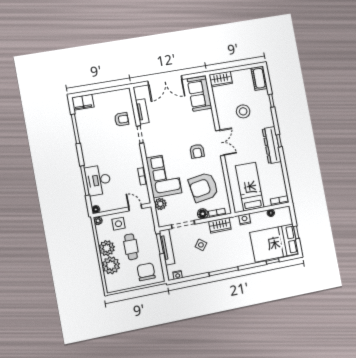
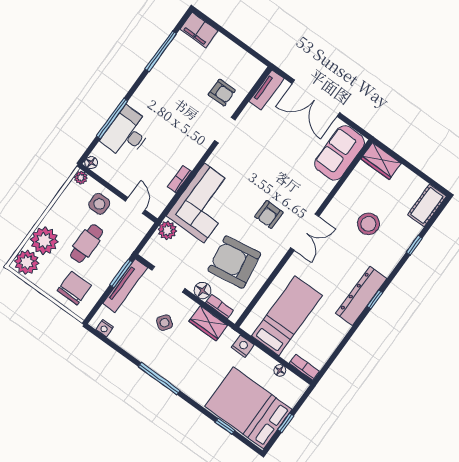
tv unit: (142, 111) -> (266, 90), moved
plant: (107, 248) -> (27, 262), moved

